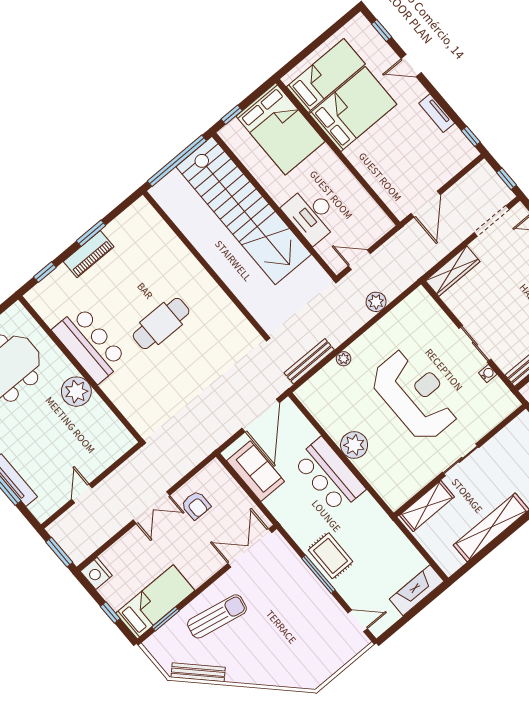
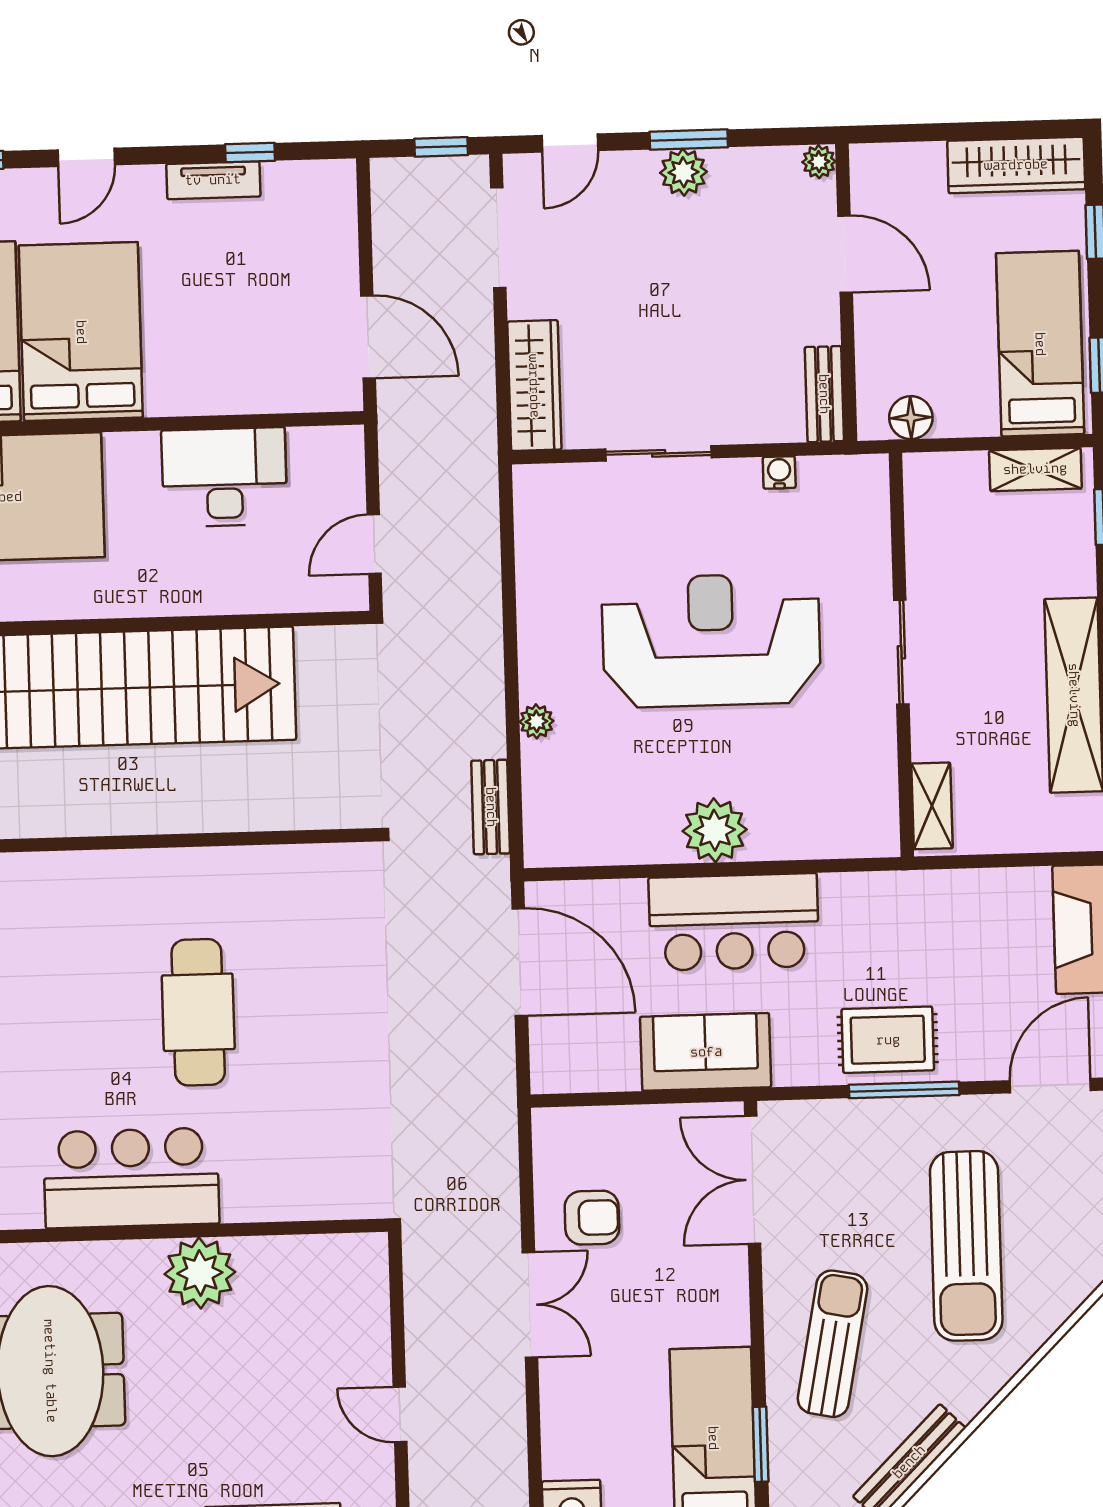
window: (471, 136) -> (250, 153), moved
desk: (312, 215) -> (224, 477), moved, turned 180
plant: (376, 302) -> (478, 576), removed
sliding door: (475, 344) -> (659, 453), moved
bench: (309, 361) -> (491, 807), width x0.73
sofa: (256, 471) -> (706, 1052), moved
shelving: (427, 506) -> (932, 806), width x0.67, depth x0.75
door: (358, 621) -> (1050, 1086), width x1.38
sun lounger: (284, 635) -> (966, 1246), added

